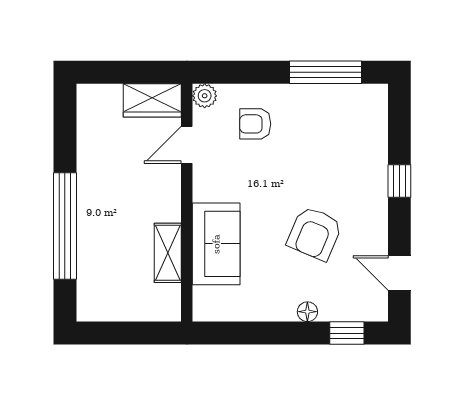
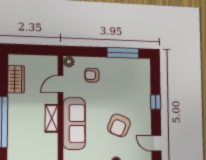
wardrobe: (152, 100) -> (16, 79), moved, turned -90
sofa: (216, 244) -> (74, 123), width x1.36
shelving: (168, 253) -> (52, 118), moved

